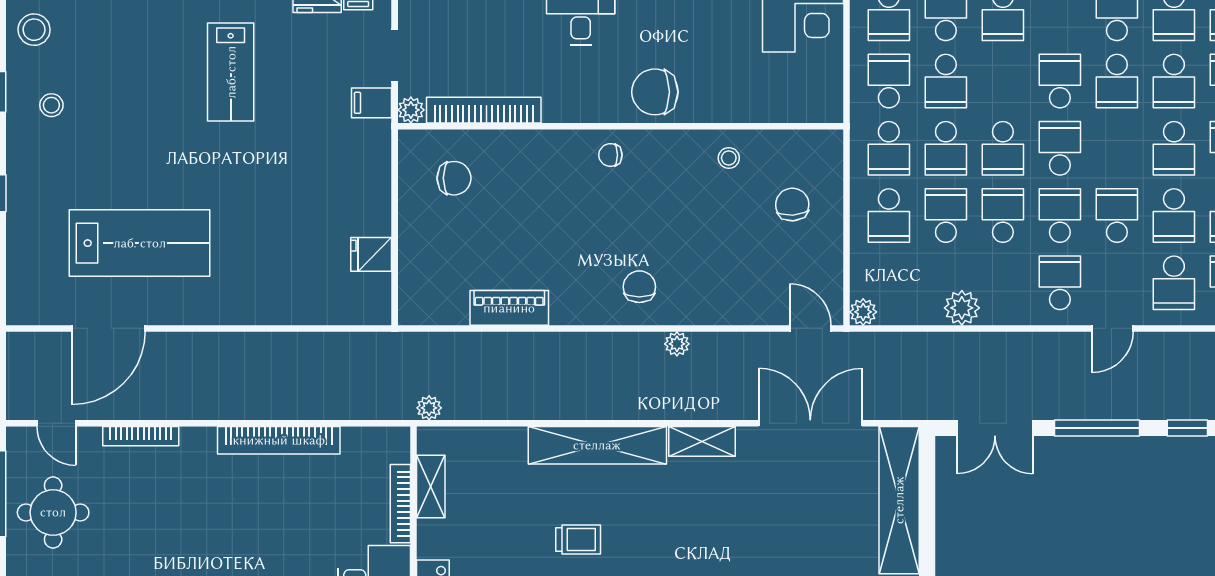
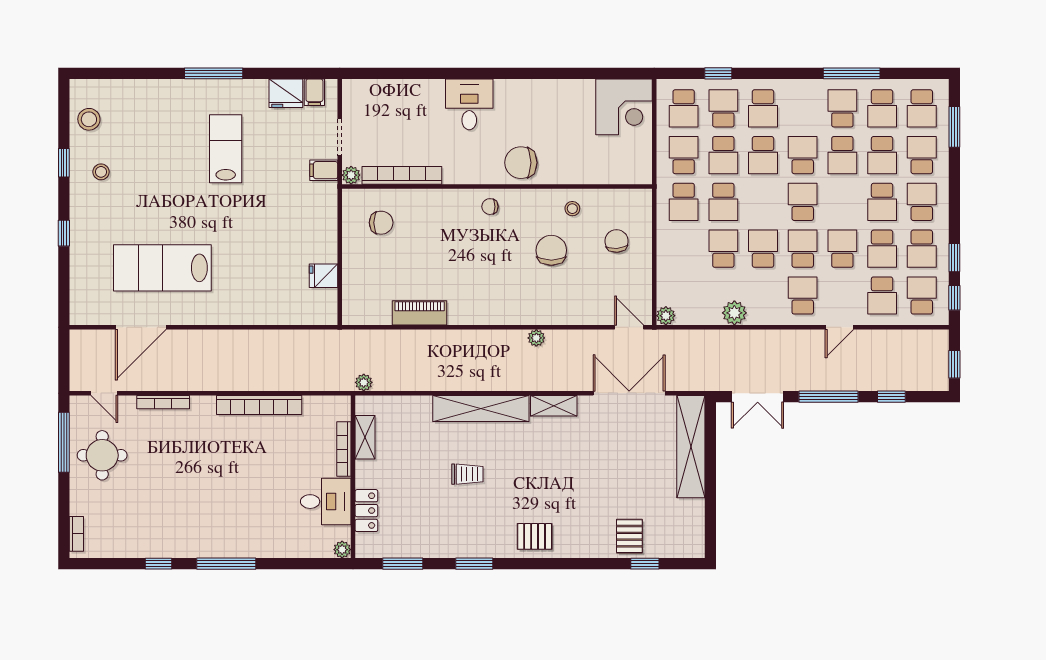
lab bench: (231, 72) -> (226, 149), turned 180
school desk: (1003, 148) -> (763, 155), moved
school desk: (889, 216) -> (684, 249), removed
lab bench: (140, 243) -> (162, 268), turned 180
chair: (639, 287) -> (551, 250), moved, width x1.37, depth x1.37

